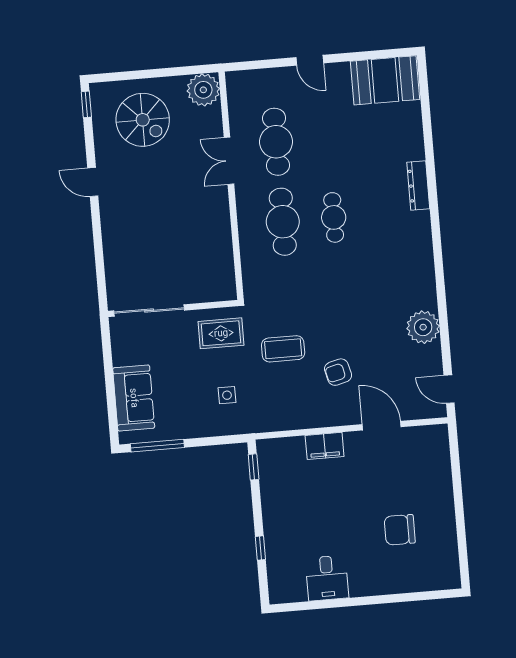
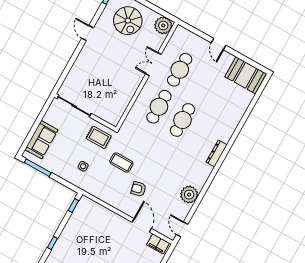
dresser: (418, 186) -> (216, 153), moved
cafe table: (334, 217) -> (182, 120), width x1.37, depth x1.35
filing cabinet: (325, 446) -> (158, 244), moved

